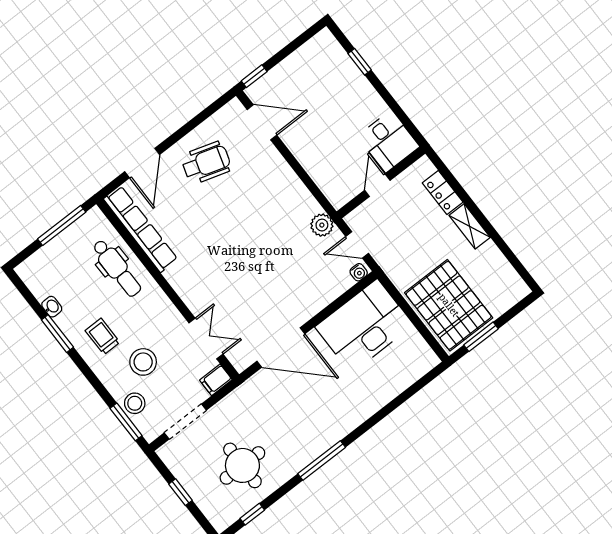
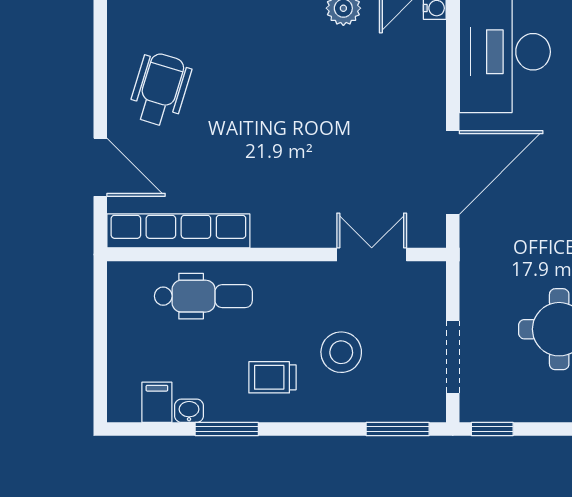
window: (62, 226) -> (100, 323), removed
filing cabinet: (216, 380) -> (157, 402), moved, turned 180
stool: (135, 403) -> (383, 401), removed
window: (181, 492) -> (492, 429), moved

